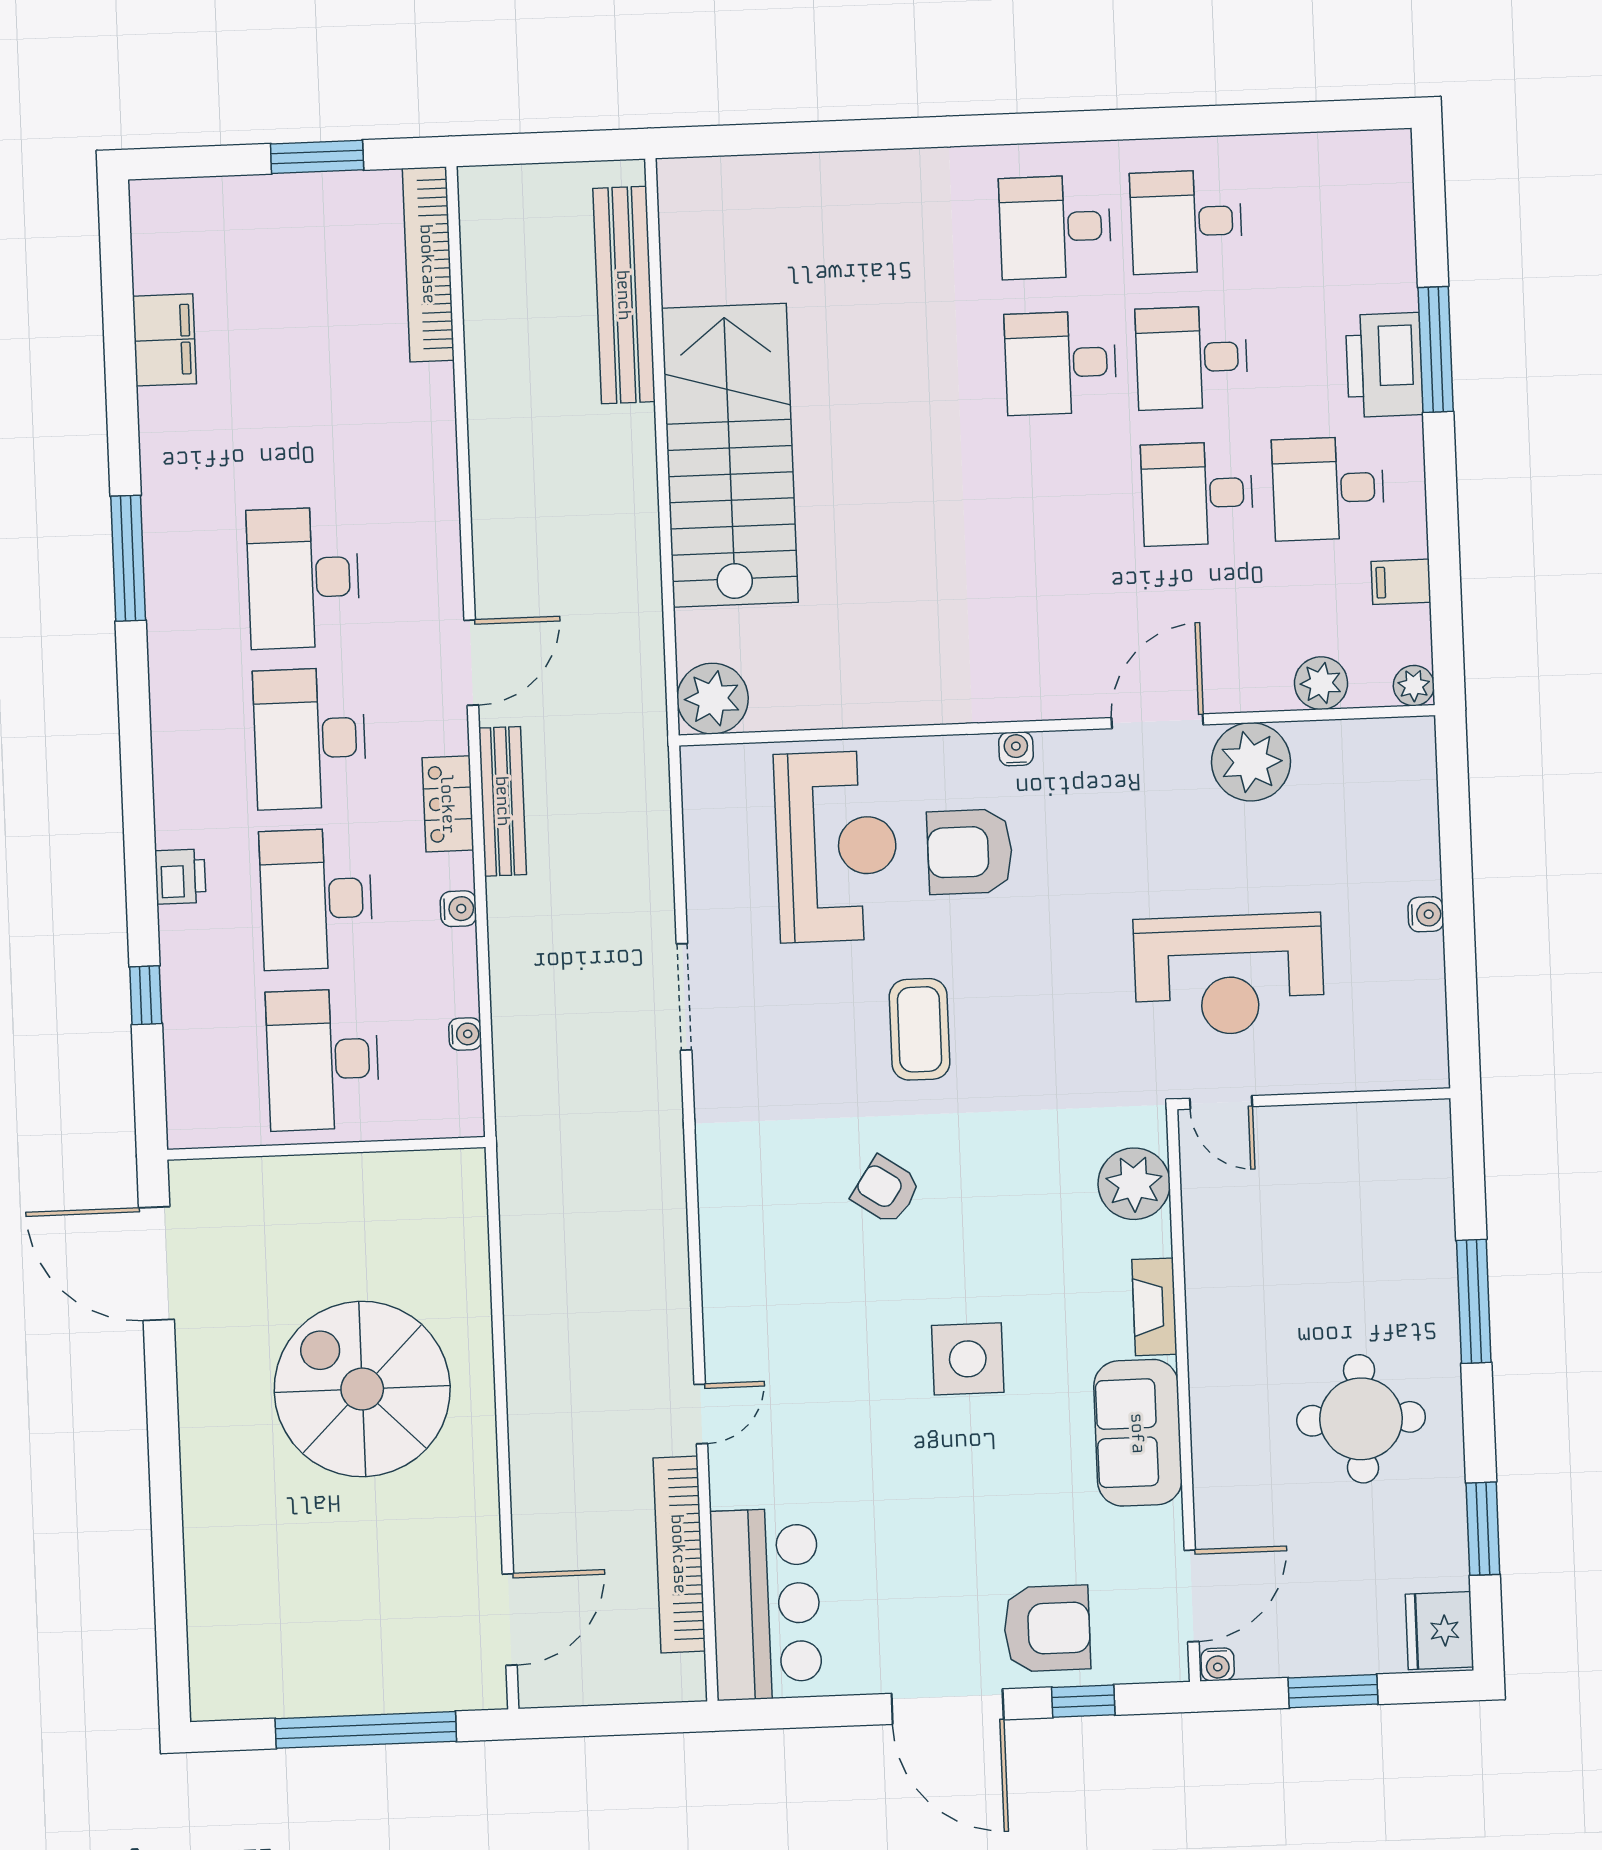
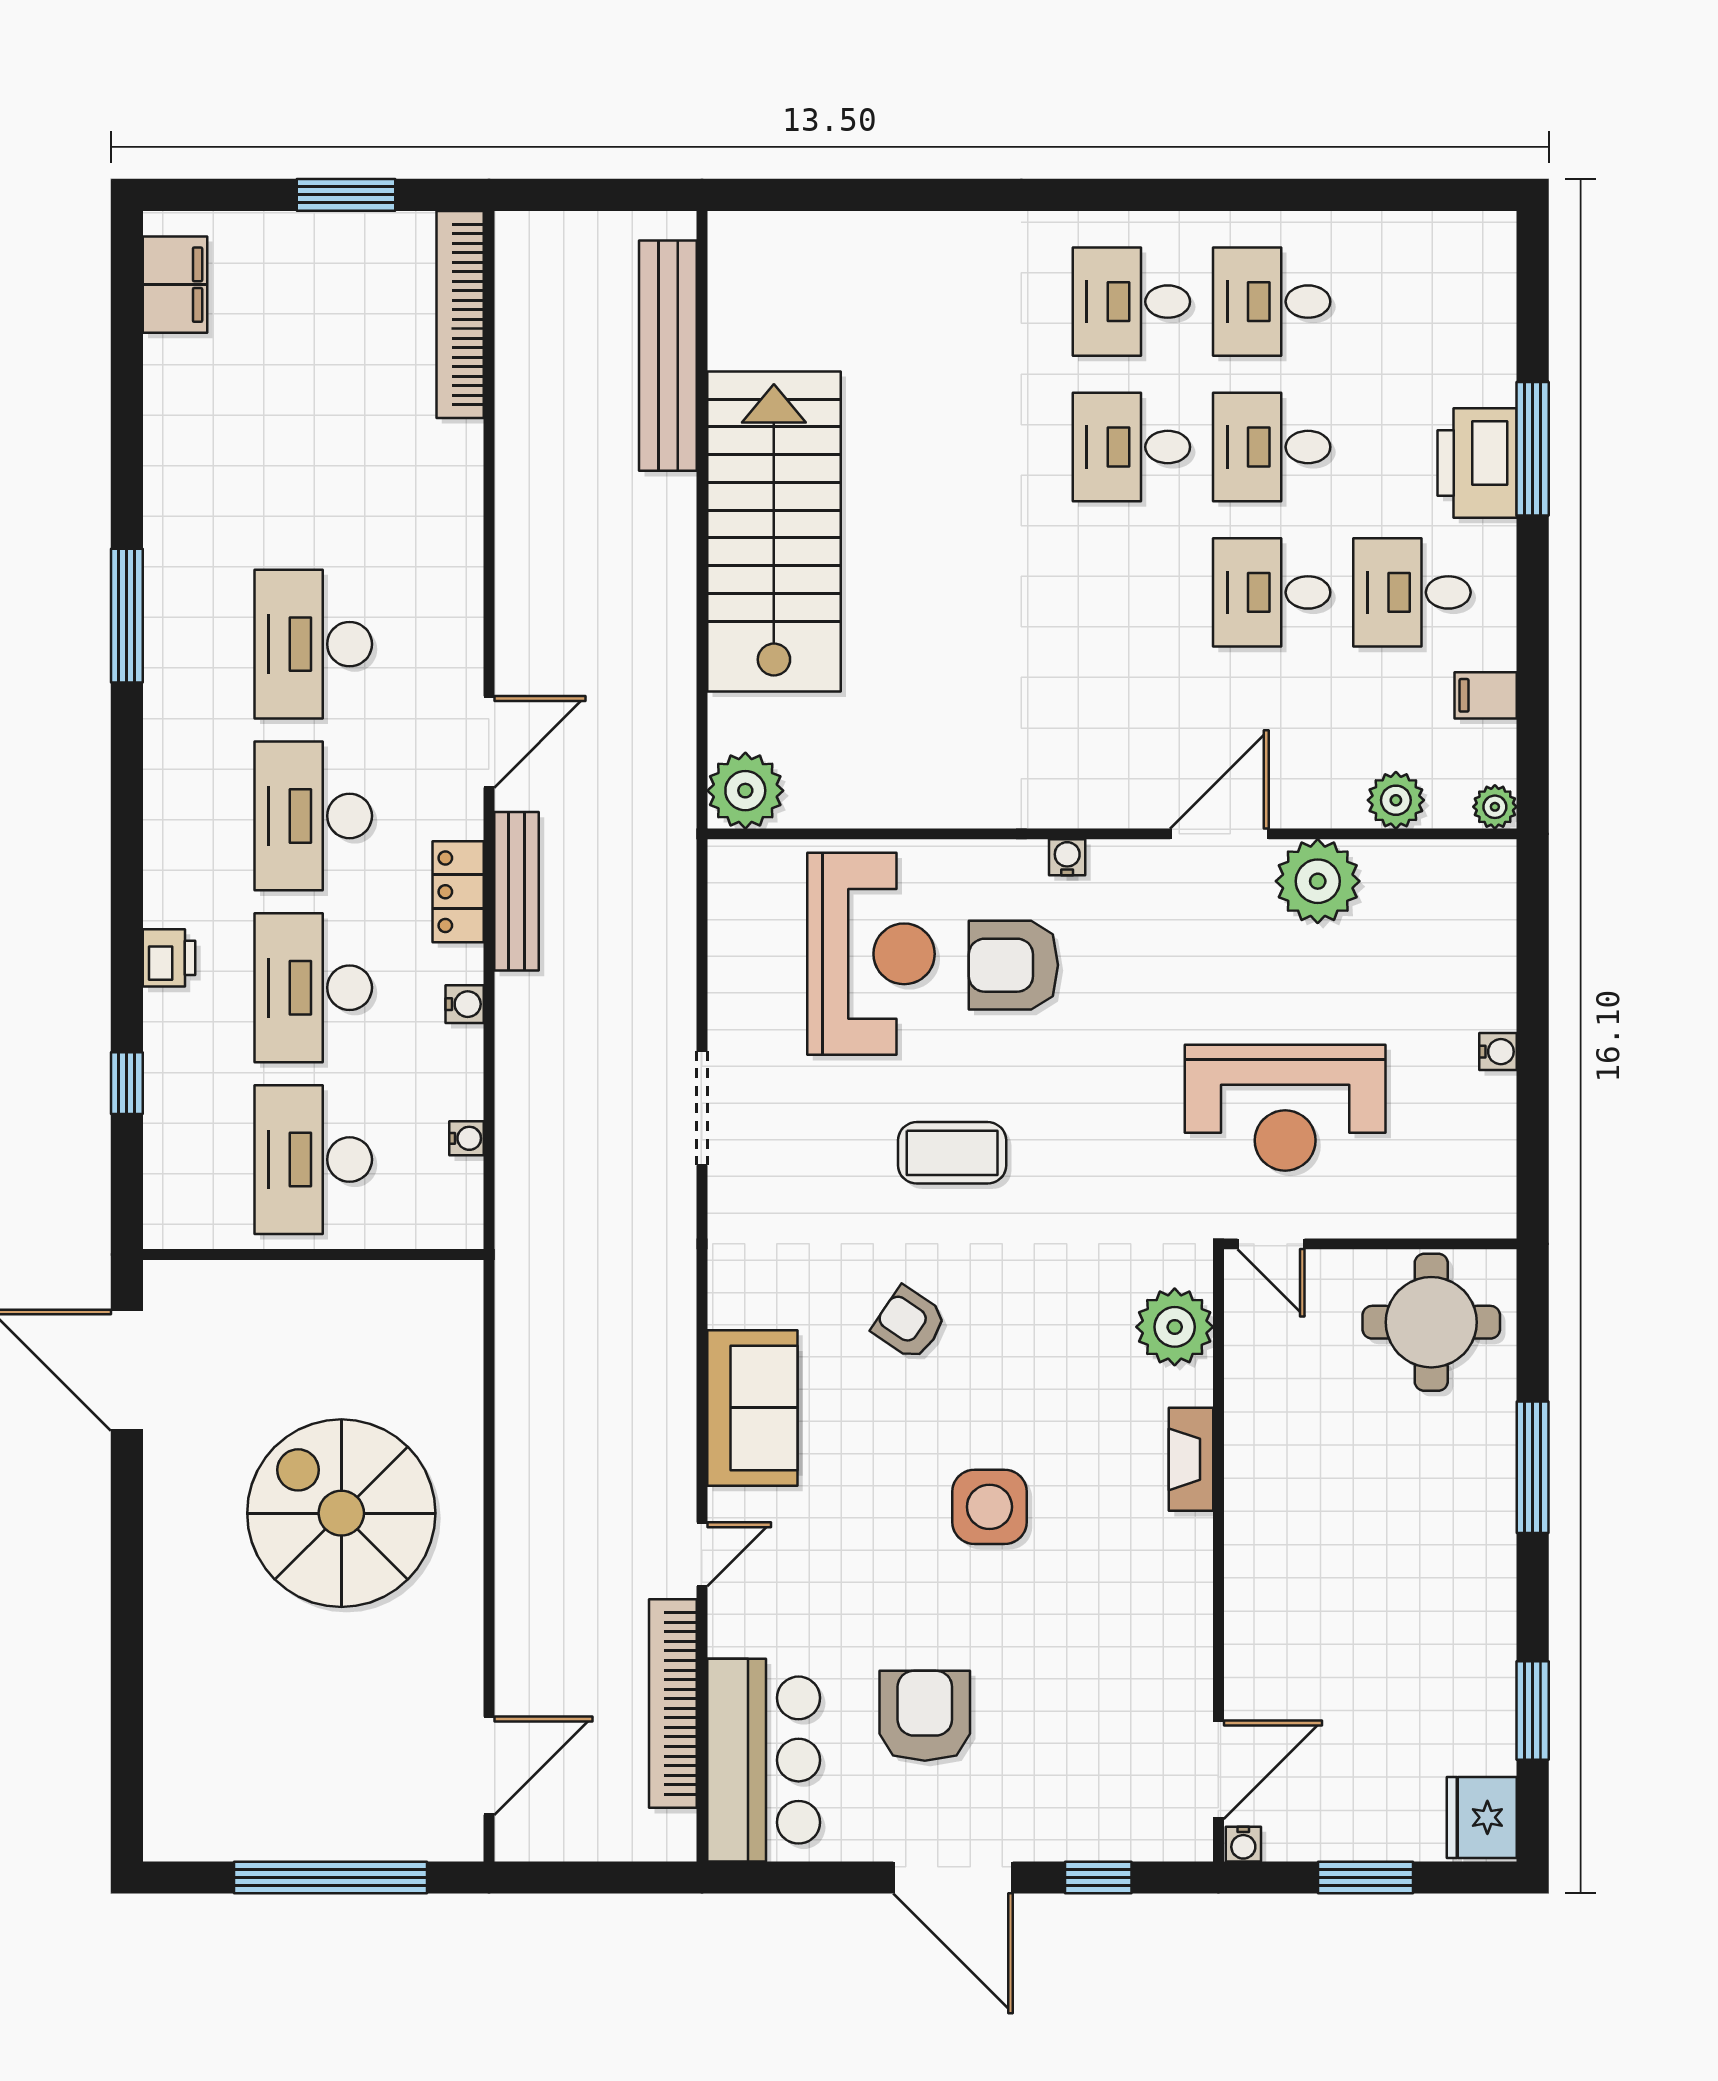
filing cabinet: (164, 340) -> (175, 285), moved
coffee table: (920, 1029) -> (952, 1153), turned 90
round table: (1361, 1419) -> (1431, 1322), moved
sofa: (1138, 1433) -> (752, 1408), moved, turned 180
armchair: (1047, 1628) -> (925, 1716), moved, turned -90

